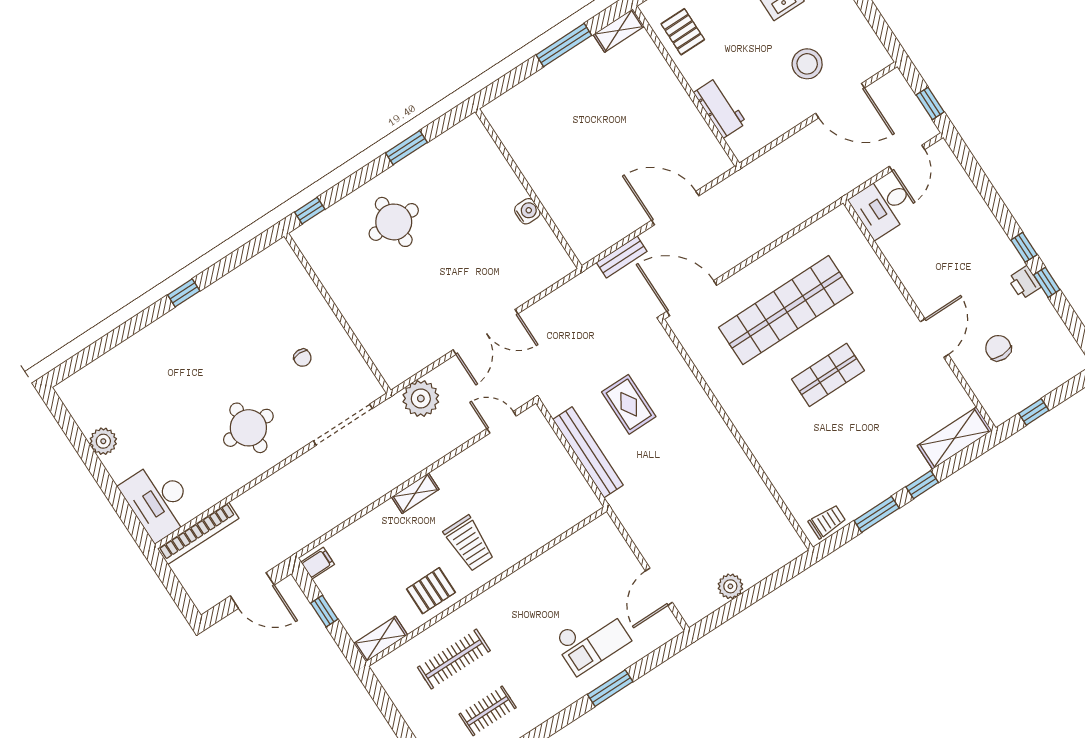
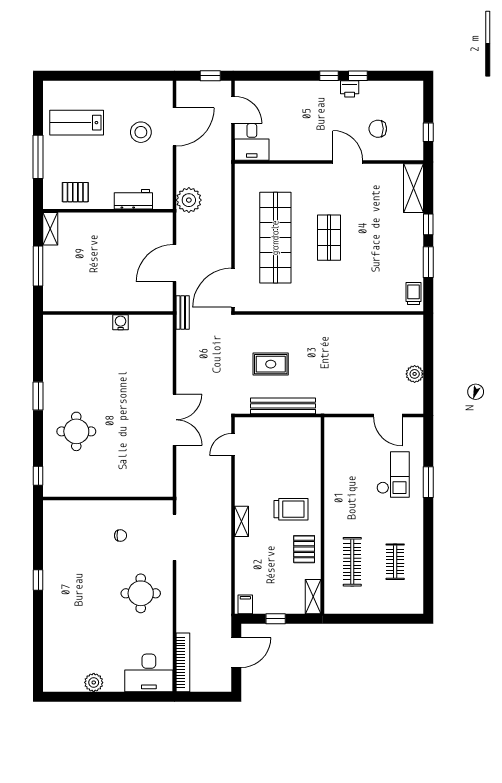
wall: (528, 189) -> (108, 313), moved
water cooler: (527, 211) -> (121, 322), moved
plant: (421, 398) -> (189, 200), moved

